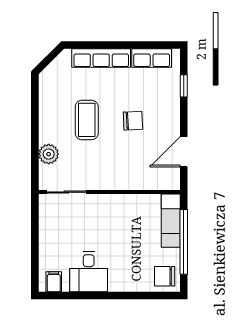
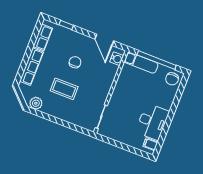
plant: (49, 154) -> (36, 103), moved
water cooler: (163, 181) -> (117, 59), added
desk: (89, 272) -> (152, 122), width x1.37

